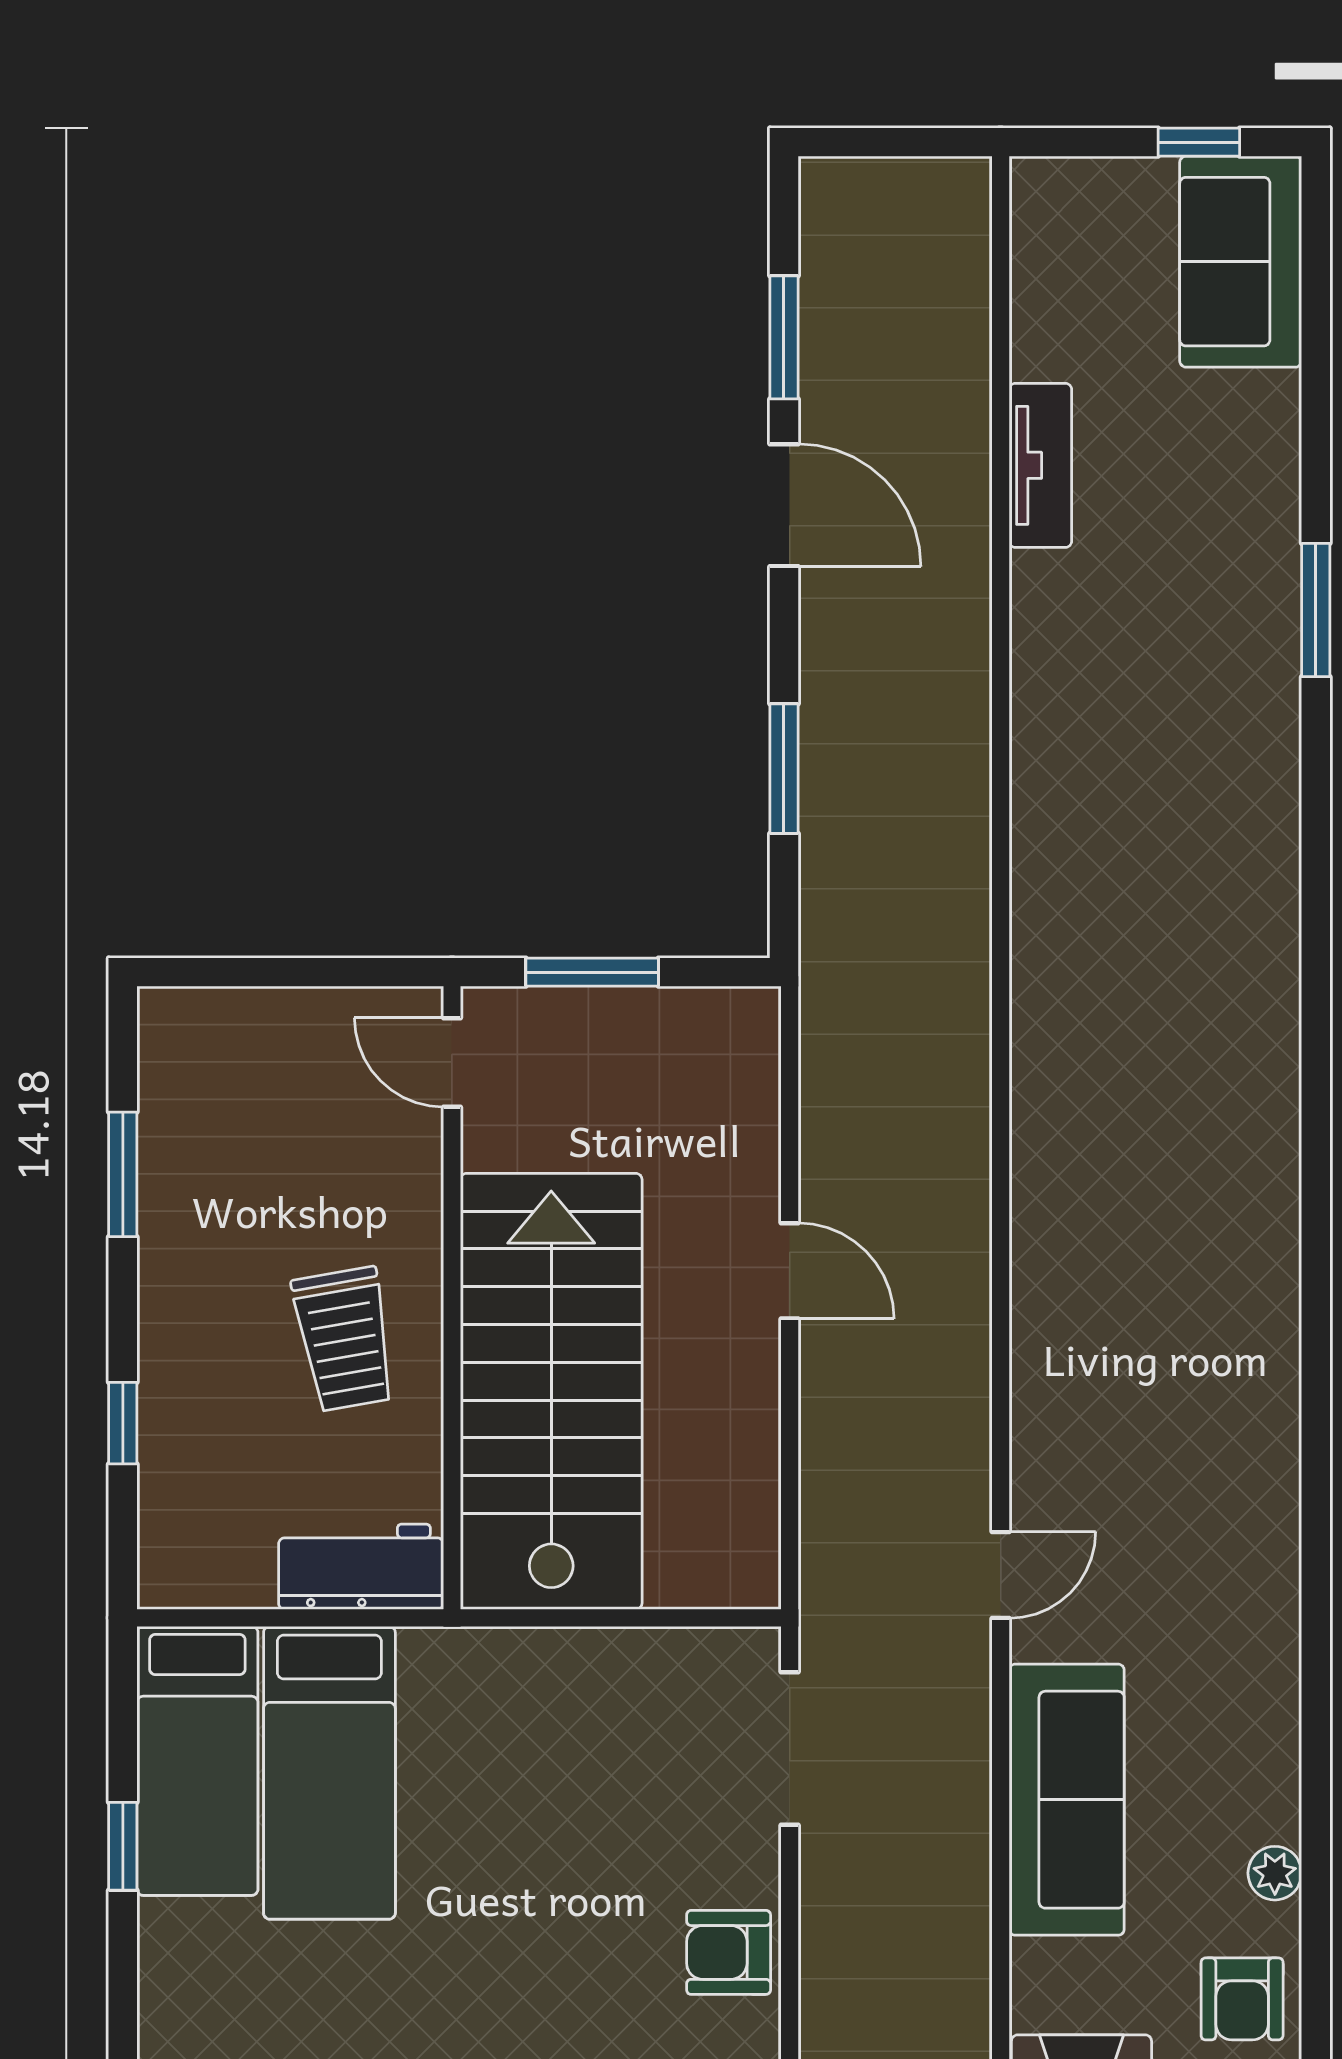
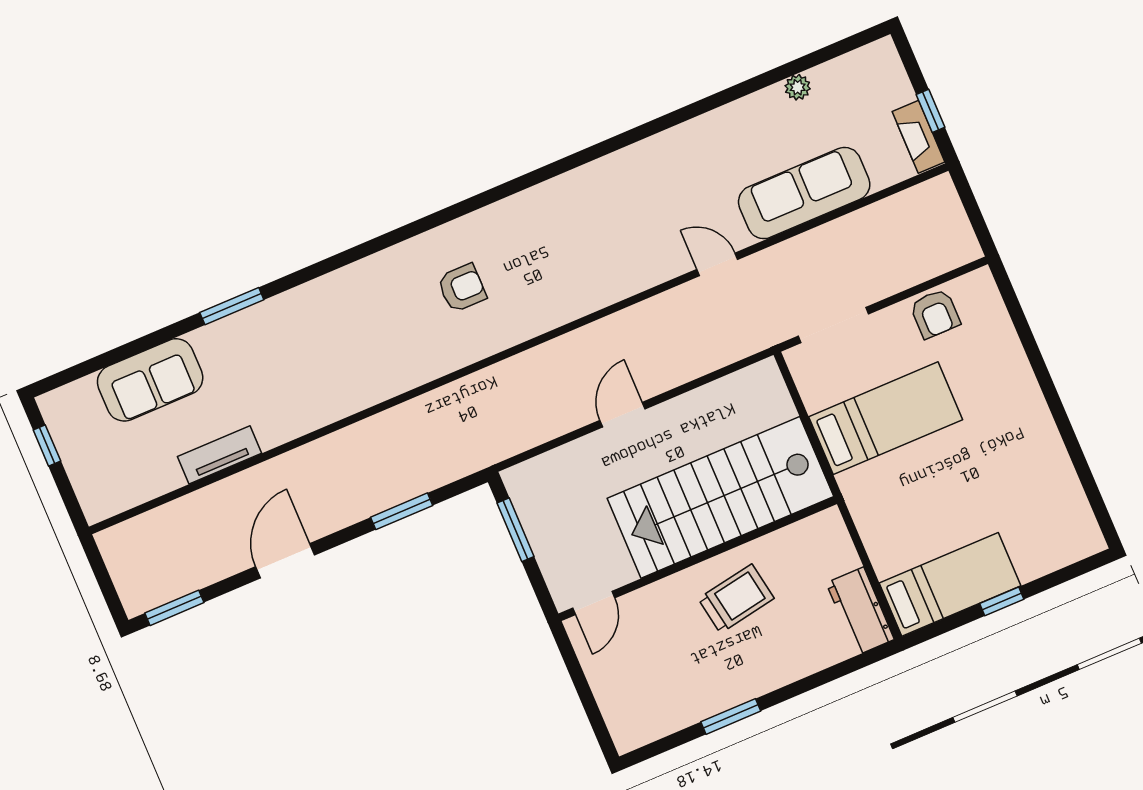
sofa: (1241, 262) -> (150, 380), moved
window: (784, 337) -> (174, 608), moved
window: (592, 972) -> (516, 530), moved
window: (123, 1174) -> (731, 716), moved
window: (123, 1423) -> (815, 681), removed
workbench: (361, 1567) -> (860, 611), moved
bed: (329, 1773) -> (886, 418), moved
armchair: (1242, 1999) -> (462, 288), moved

